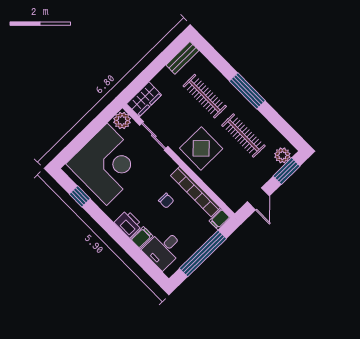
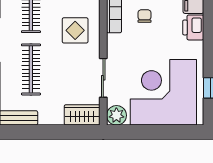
display table: (201, 148) -> (75, 30), width x0.73, depth x0.73

